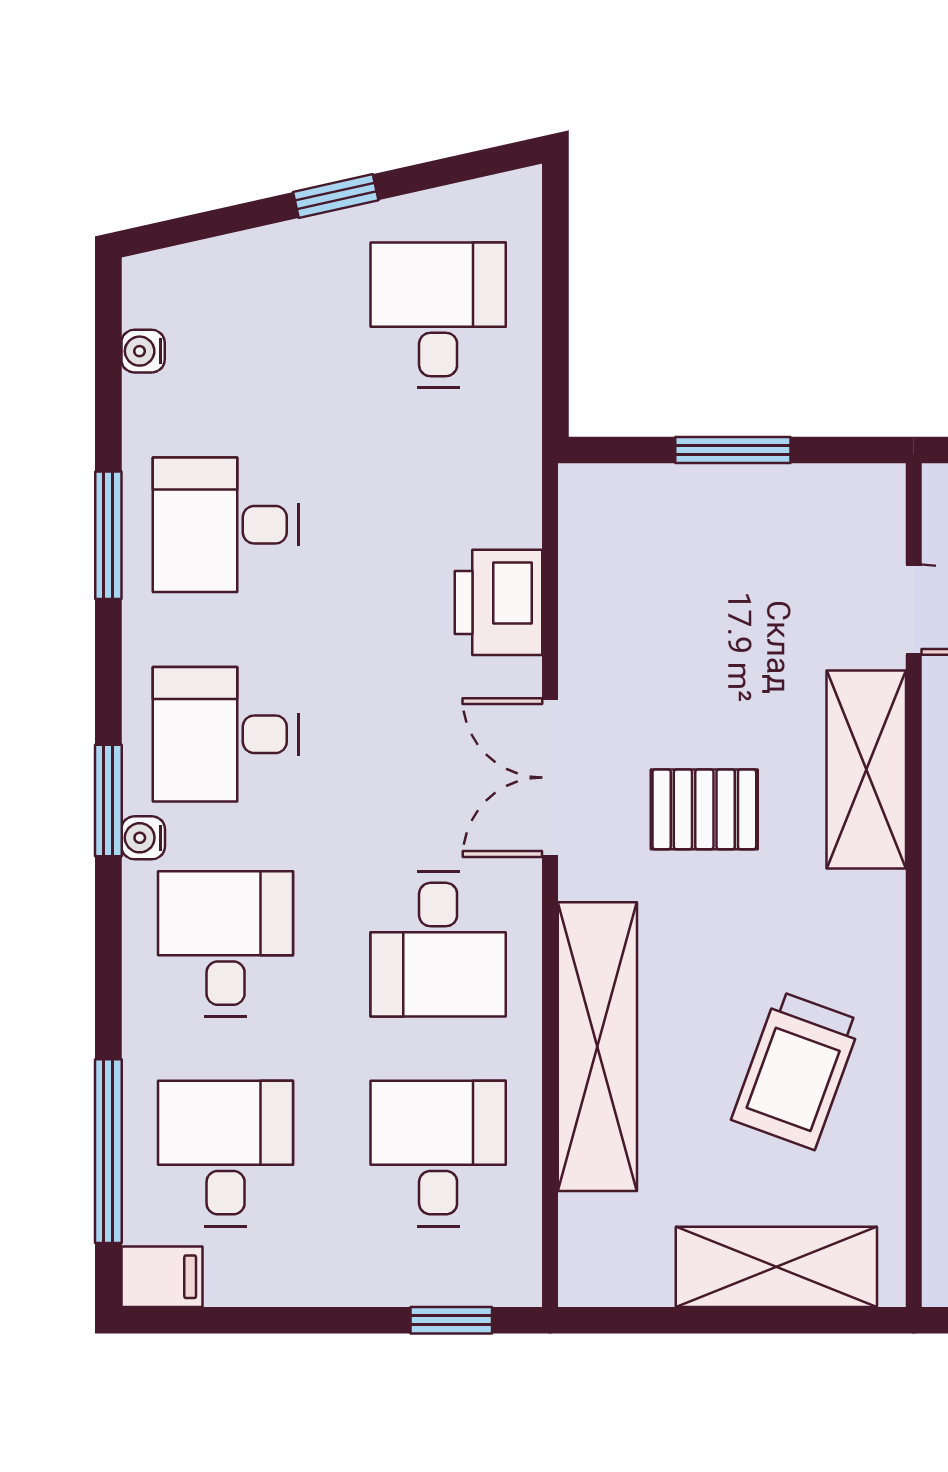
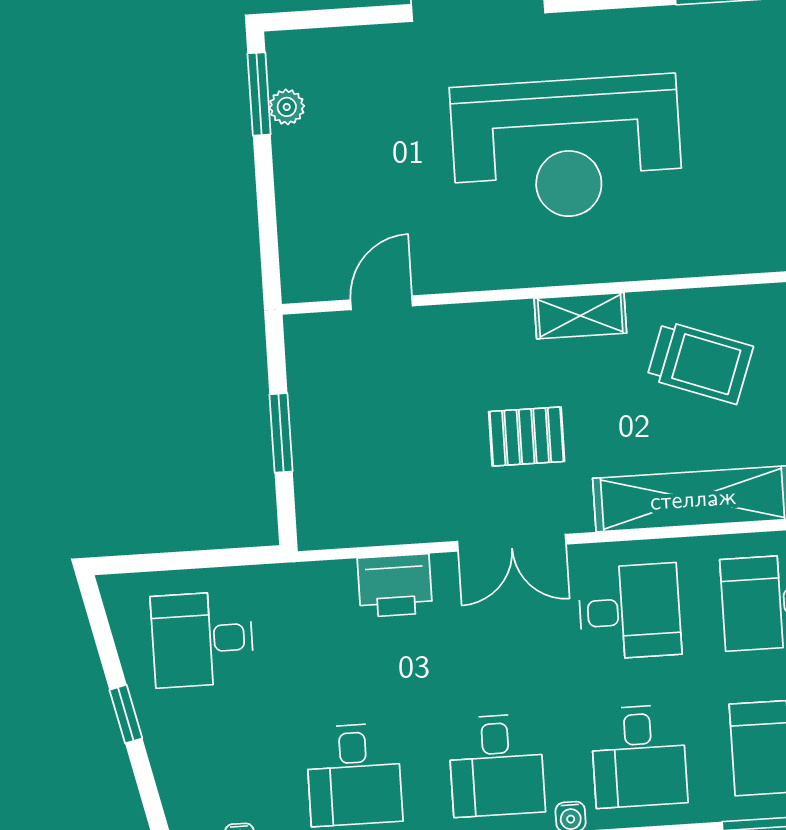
shelving: (866, 770) -> (580, 316), moved, width x0.67, depth x0.75
pallet: (704, 809) -> (527, 436), turned 90
desk: (226, 944) -> (639, 756), turned -90

